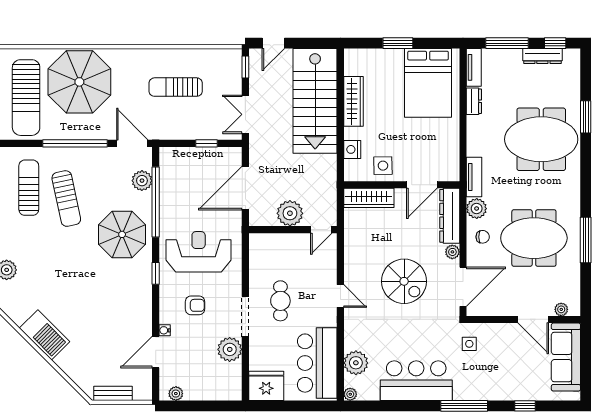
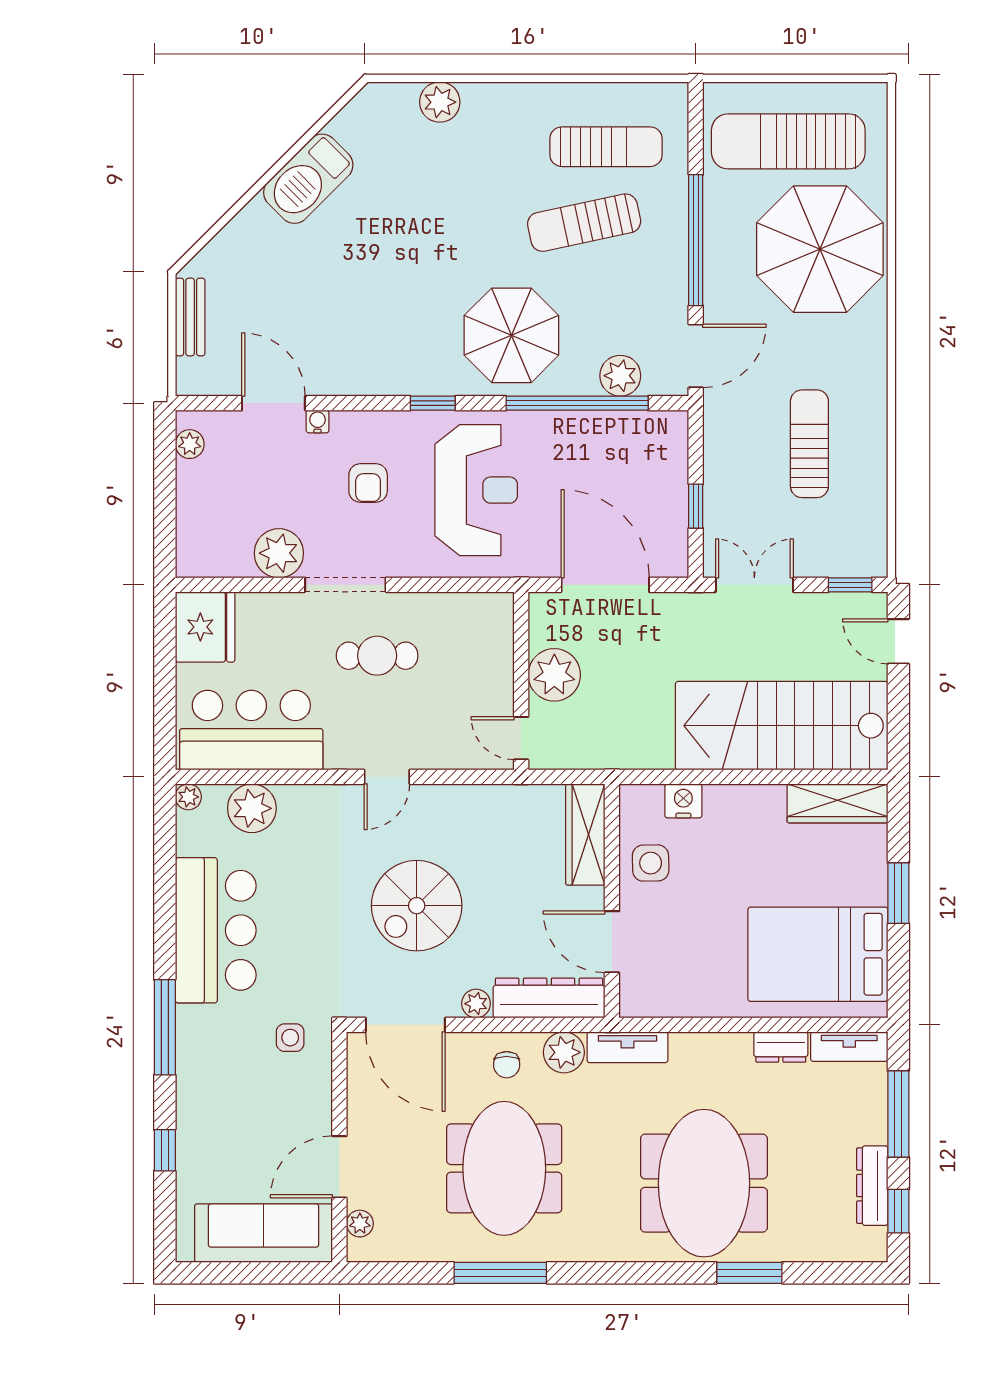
wardrobe: (353, 101) -> (837, 803), moved

